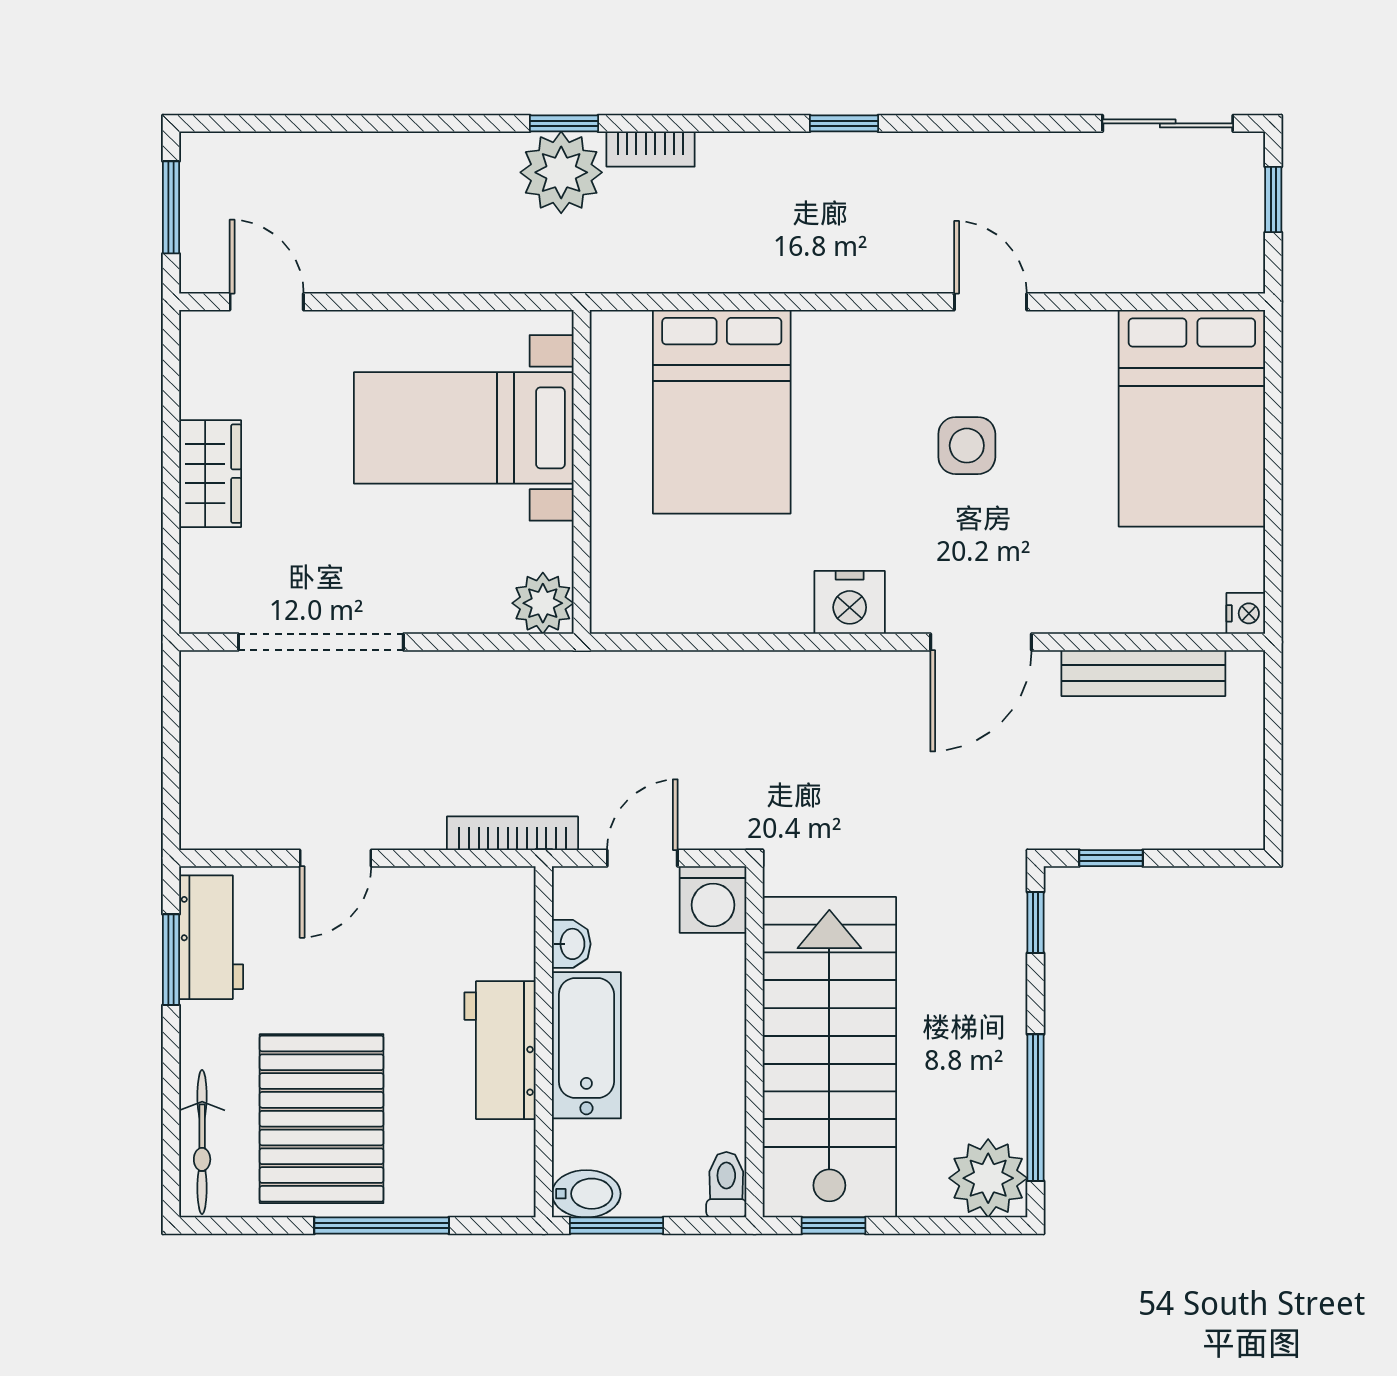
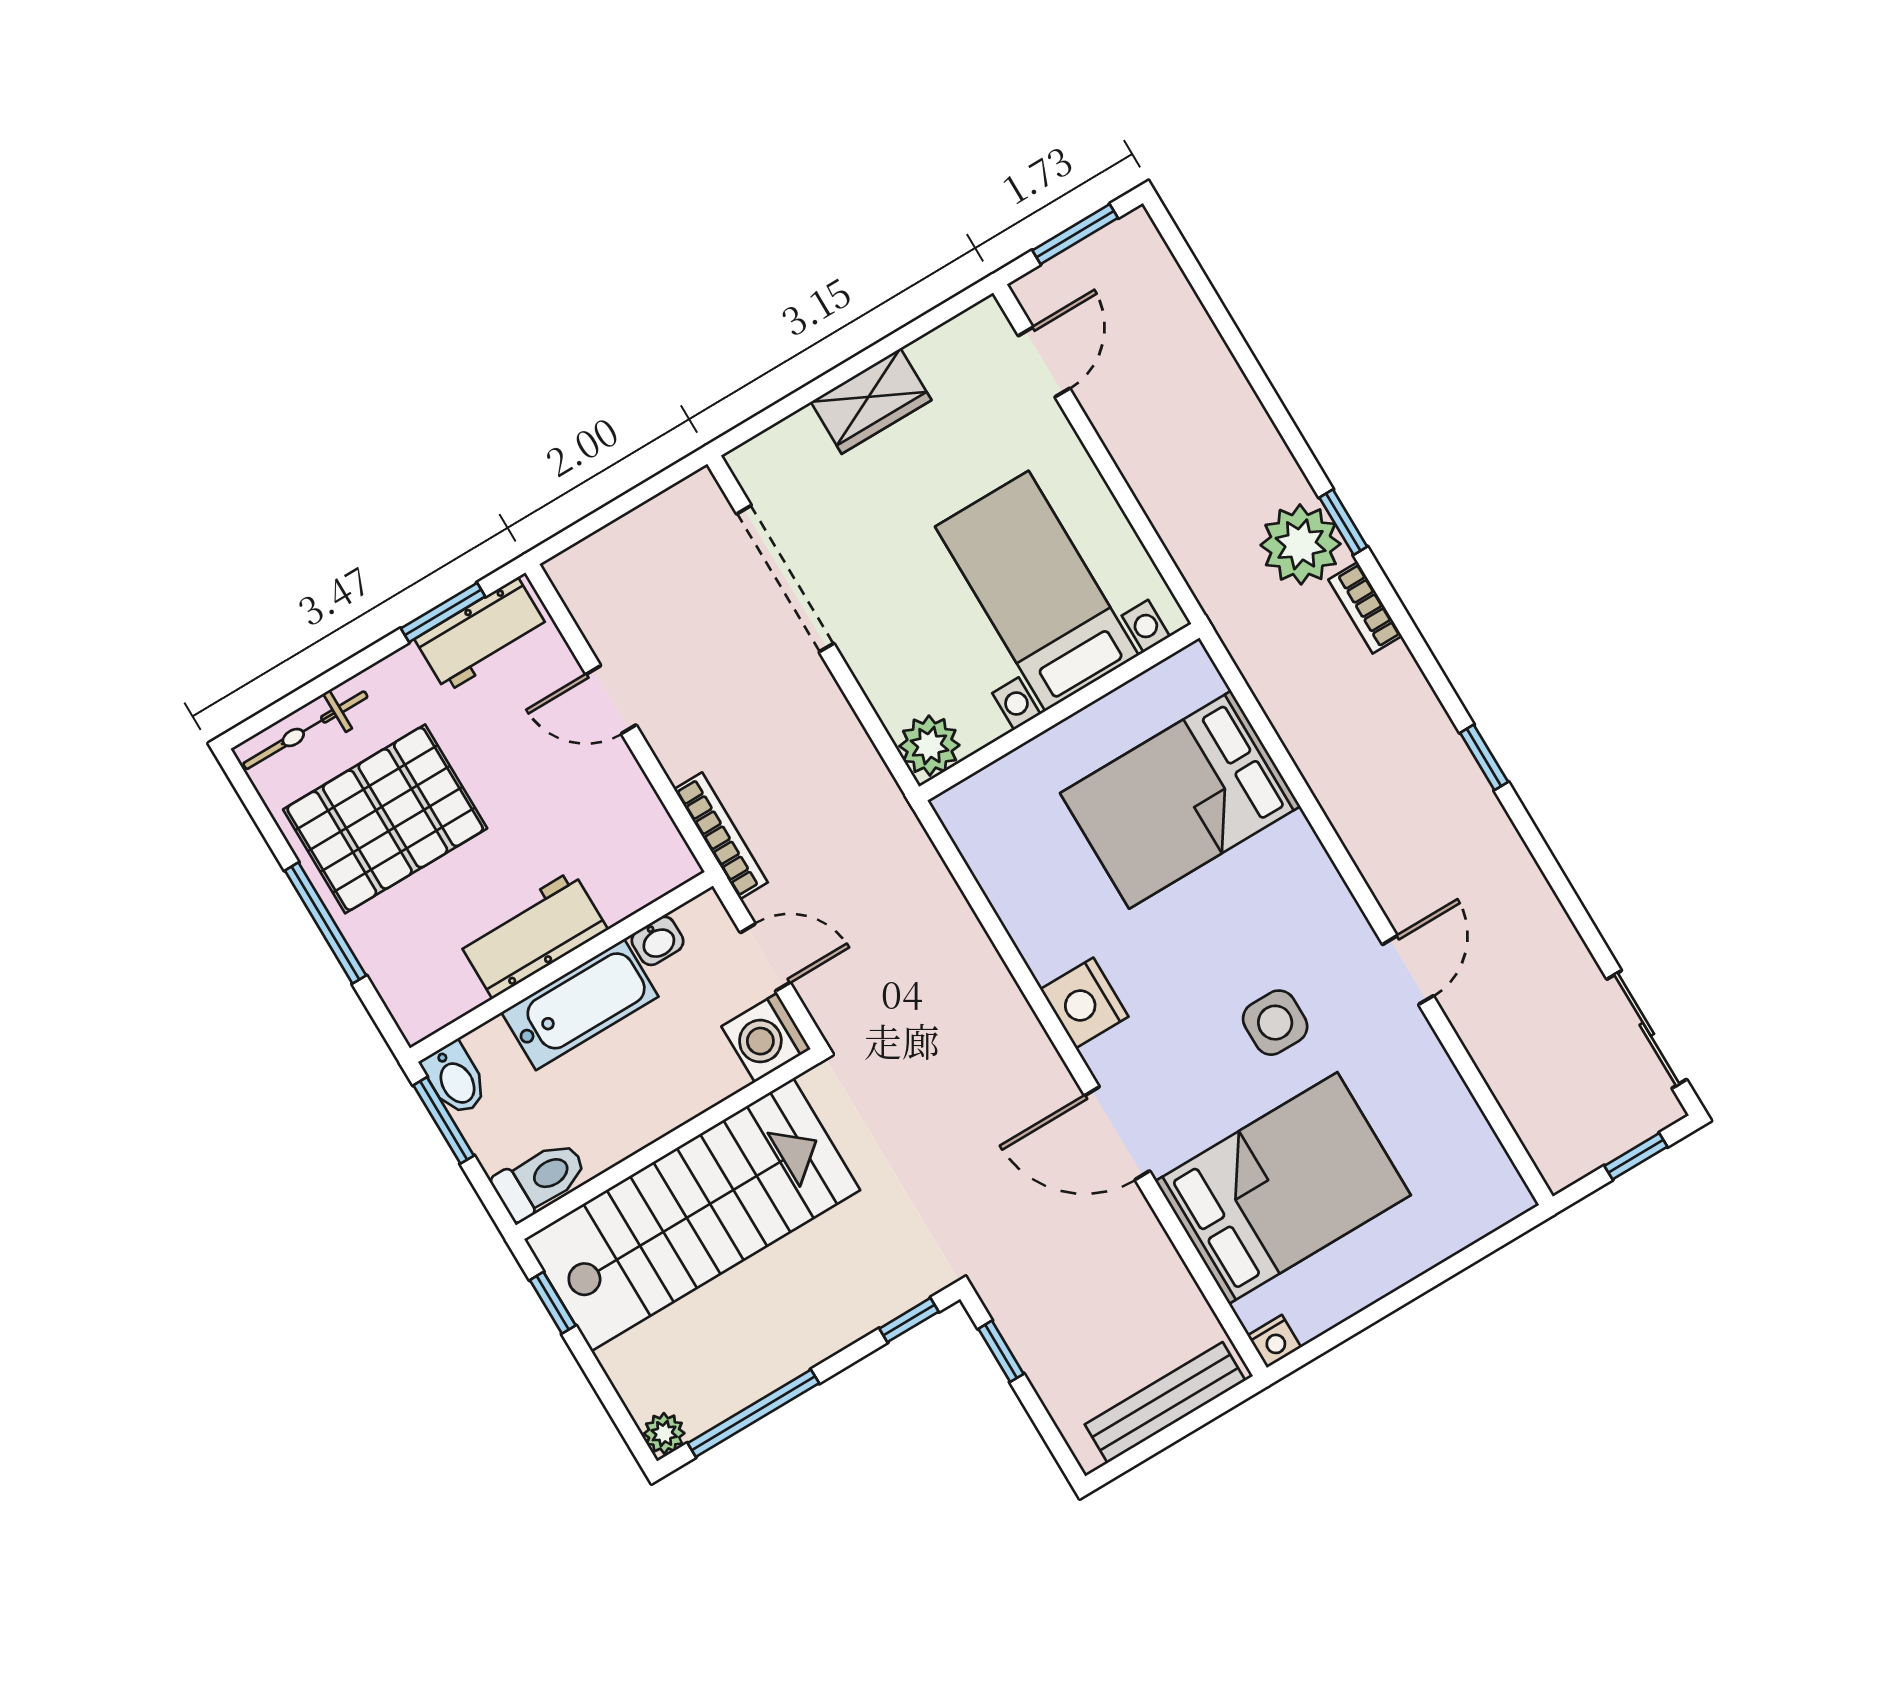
bed: (1192, 418) -> (1283, 1188), moved, turned 180
bench: (1143, 673) -> (1165, 1403), moved, turned 90
plant: (988, 1178) -> (664, 1433), width x0.53, depth x0.53
toilet: (726, 1185) -> (540, 1180), width x1.37, depth x1.39

